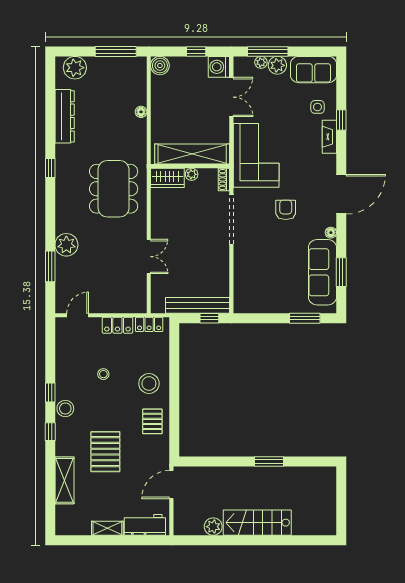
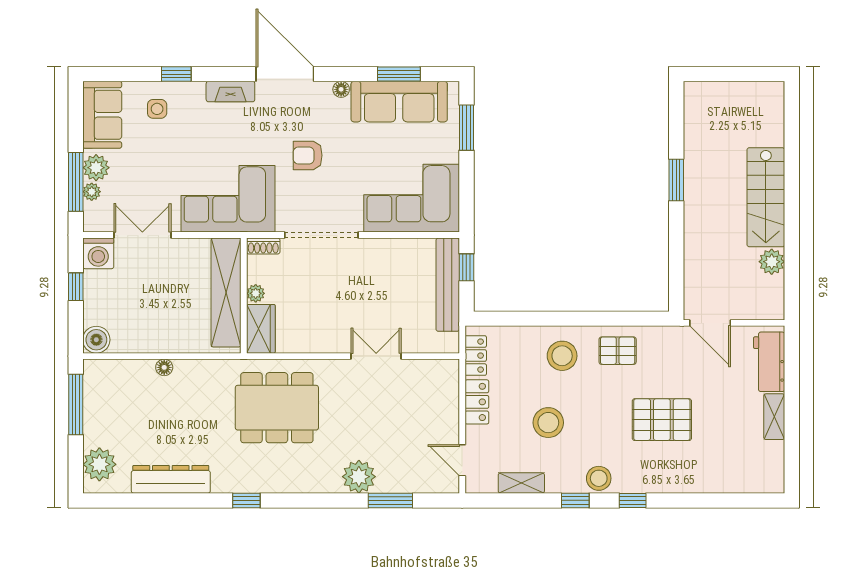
fireplace: (329, 137) -> (230, 92), moved
corner sofa: (257, 281) -> (412, 198), added
stool: (103, 374) -> (548, 423), width x1.89, depth x1.89
shelving: (64, 480) -> (521, 483), moved, width x0.67, depth x0.75

